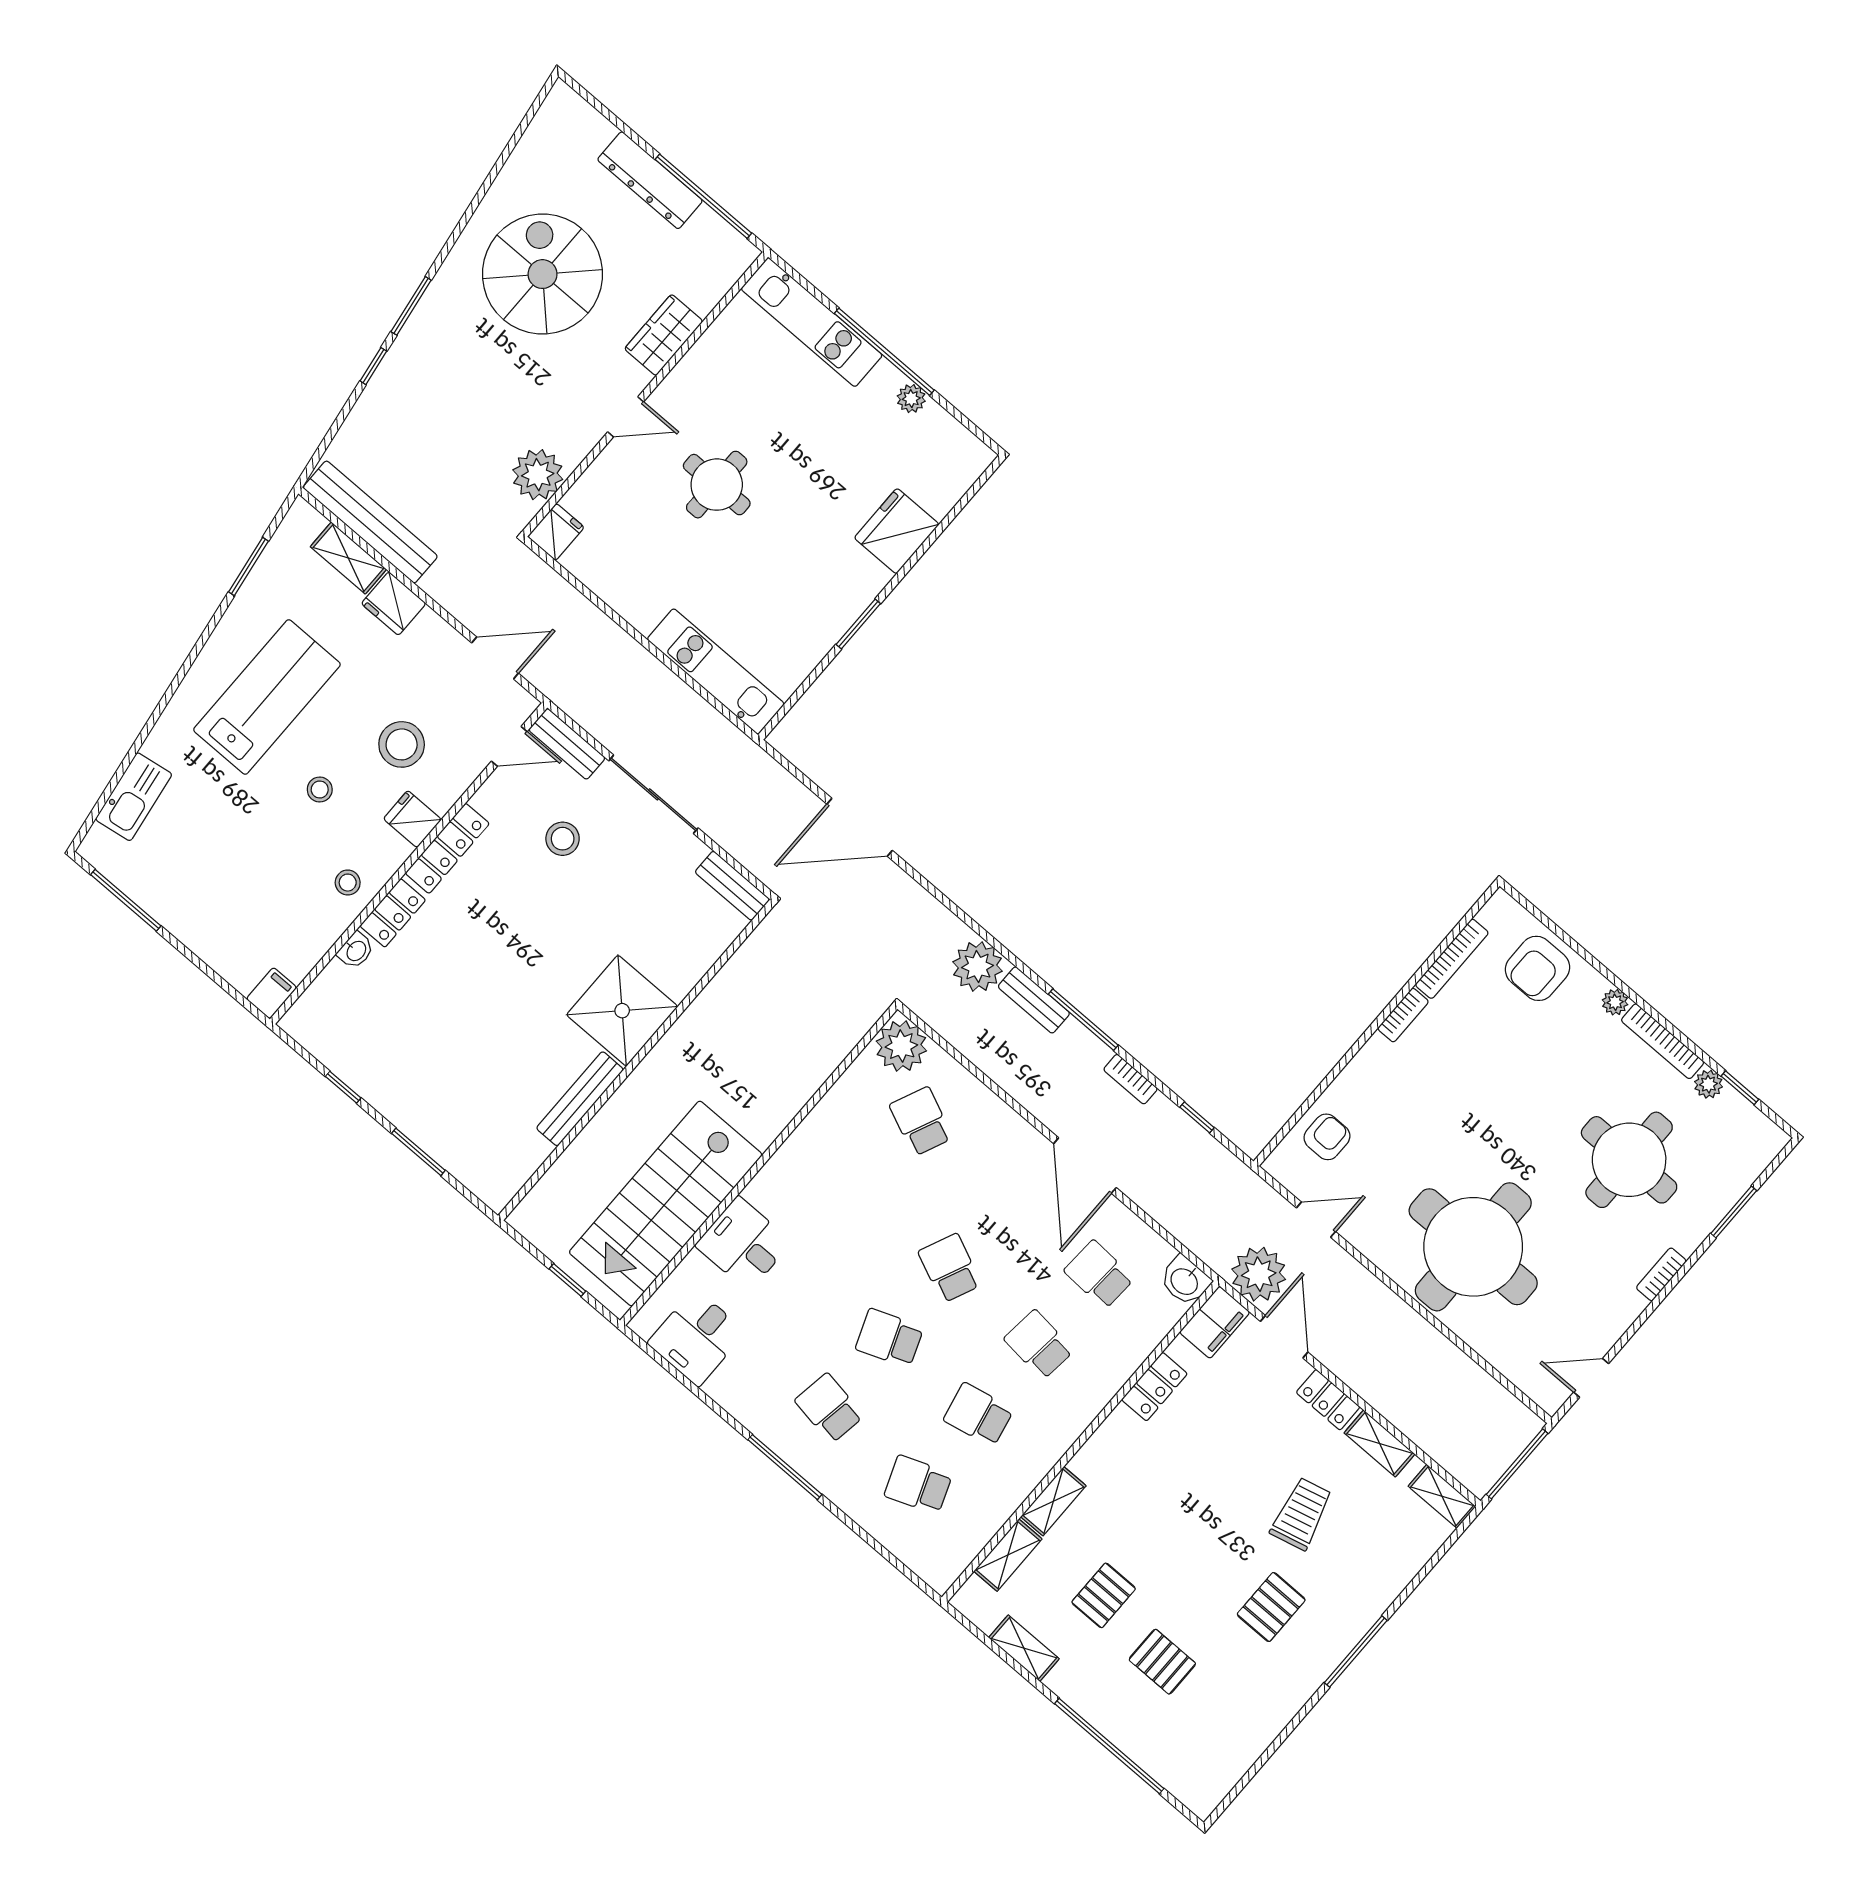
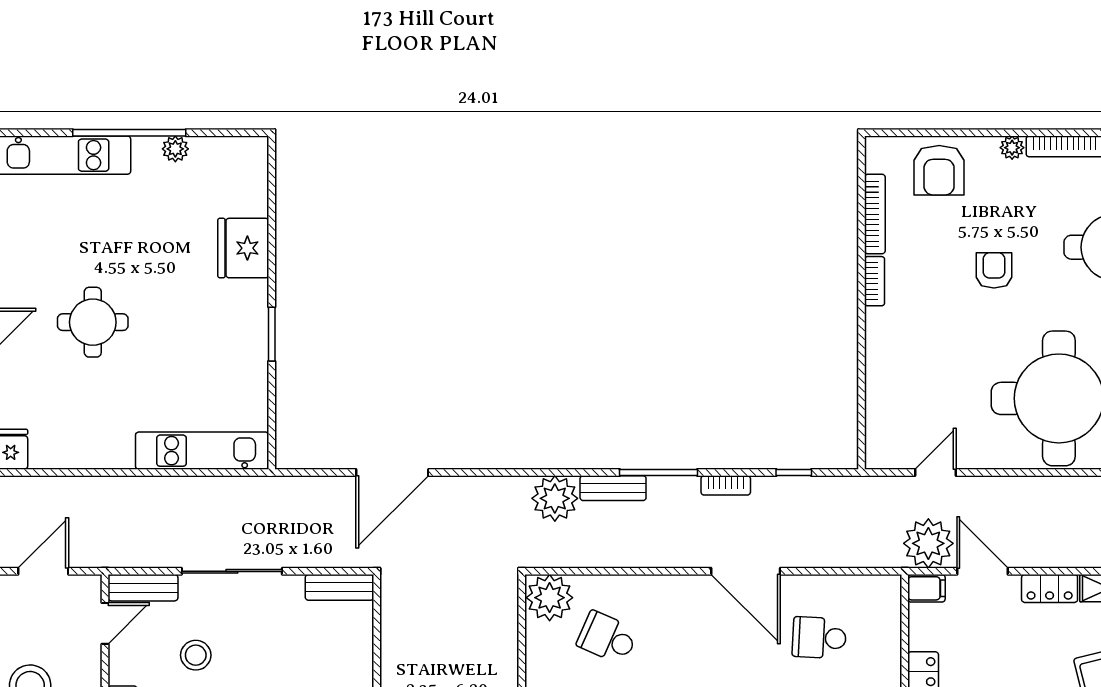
armchair: (1327, 1137) -> (994, 270), moved
washbasin: (1185, 1281) -> (882, 591), removed
filing cabinet: (1215, 1322) -> (926, 588), width x0.50

